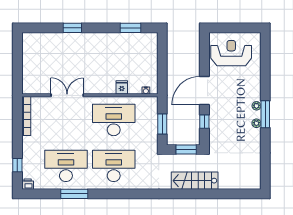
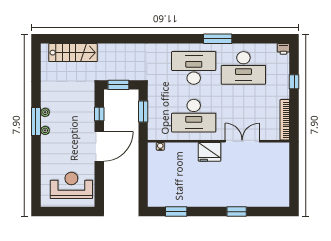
reception desk: (231, 53) -> (71, 185), turned 180
fridge: (122, 87) -> (210, 152), moved, width x1.88, depth x1.34
double door: (67, 95) -> (242, 141), swing flipped
window: (17, 165) -> (294, 82), moved
desk: (114, 166) -> (194, 68), turned 180
stairs: (195, 181) -> (73, 53), moved
window: (74, 194) -> (218, 39), moved

